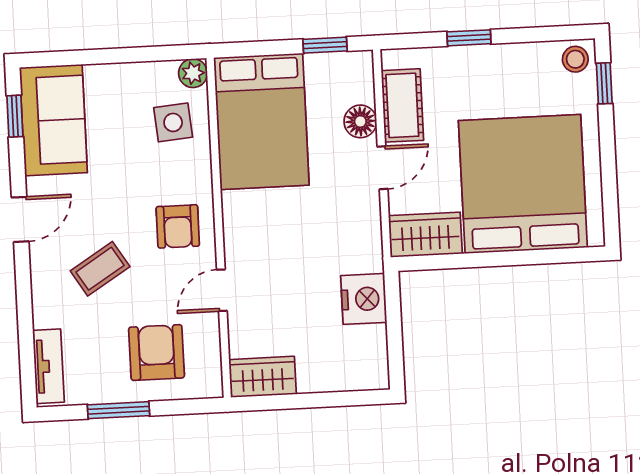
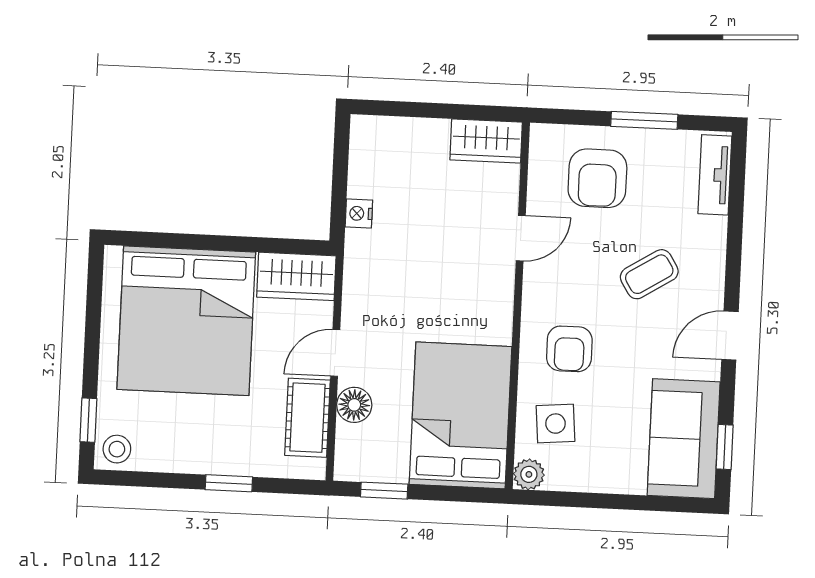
armchair: (178, 226) -> (569, 349), moved, turned 180
nightstand: (364, 299) -> (359, 213), width x0.53, depth x0.56

